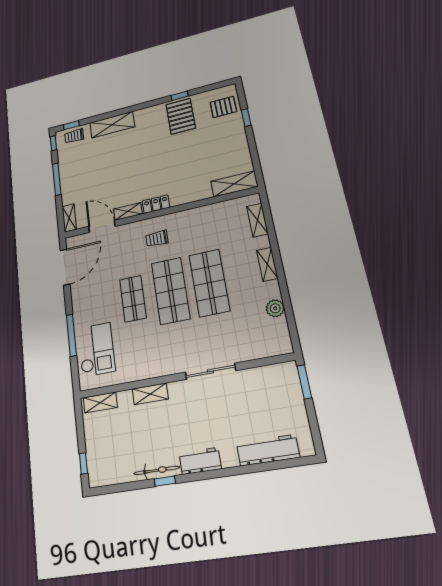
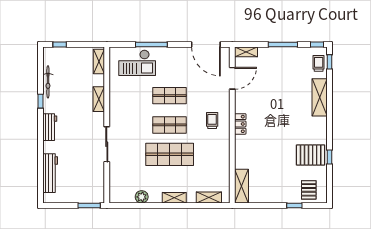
shelving: (128, 211) -> (240, 101), removed
shop shelf: (171, 291) -> (170, 125), width x0.70, depth x0.74
bicycle: (157, 470) -> (48, 82), moved

